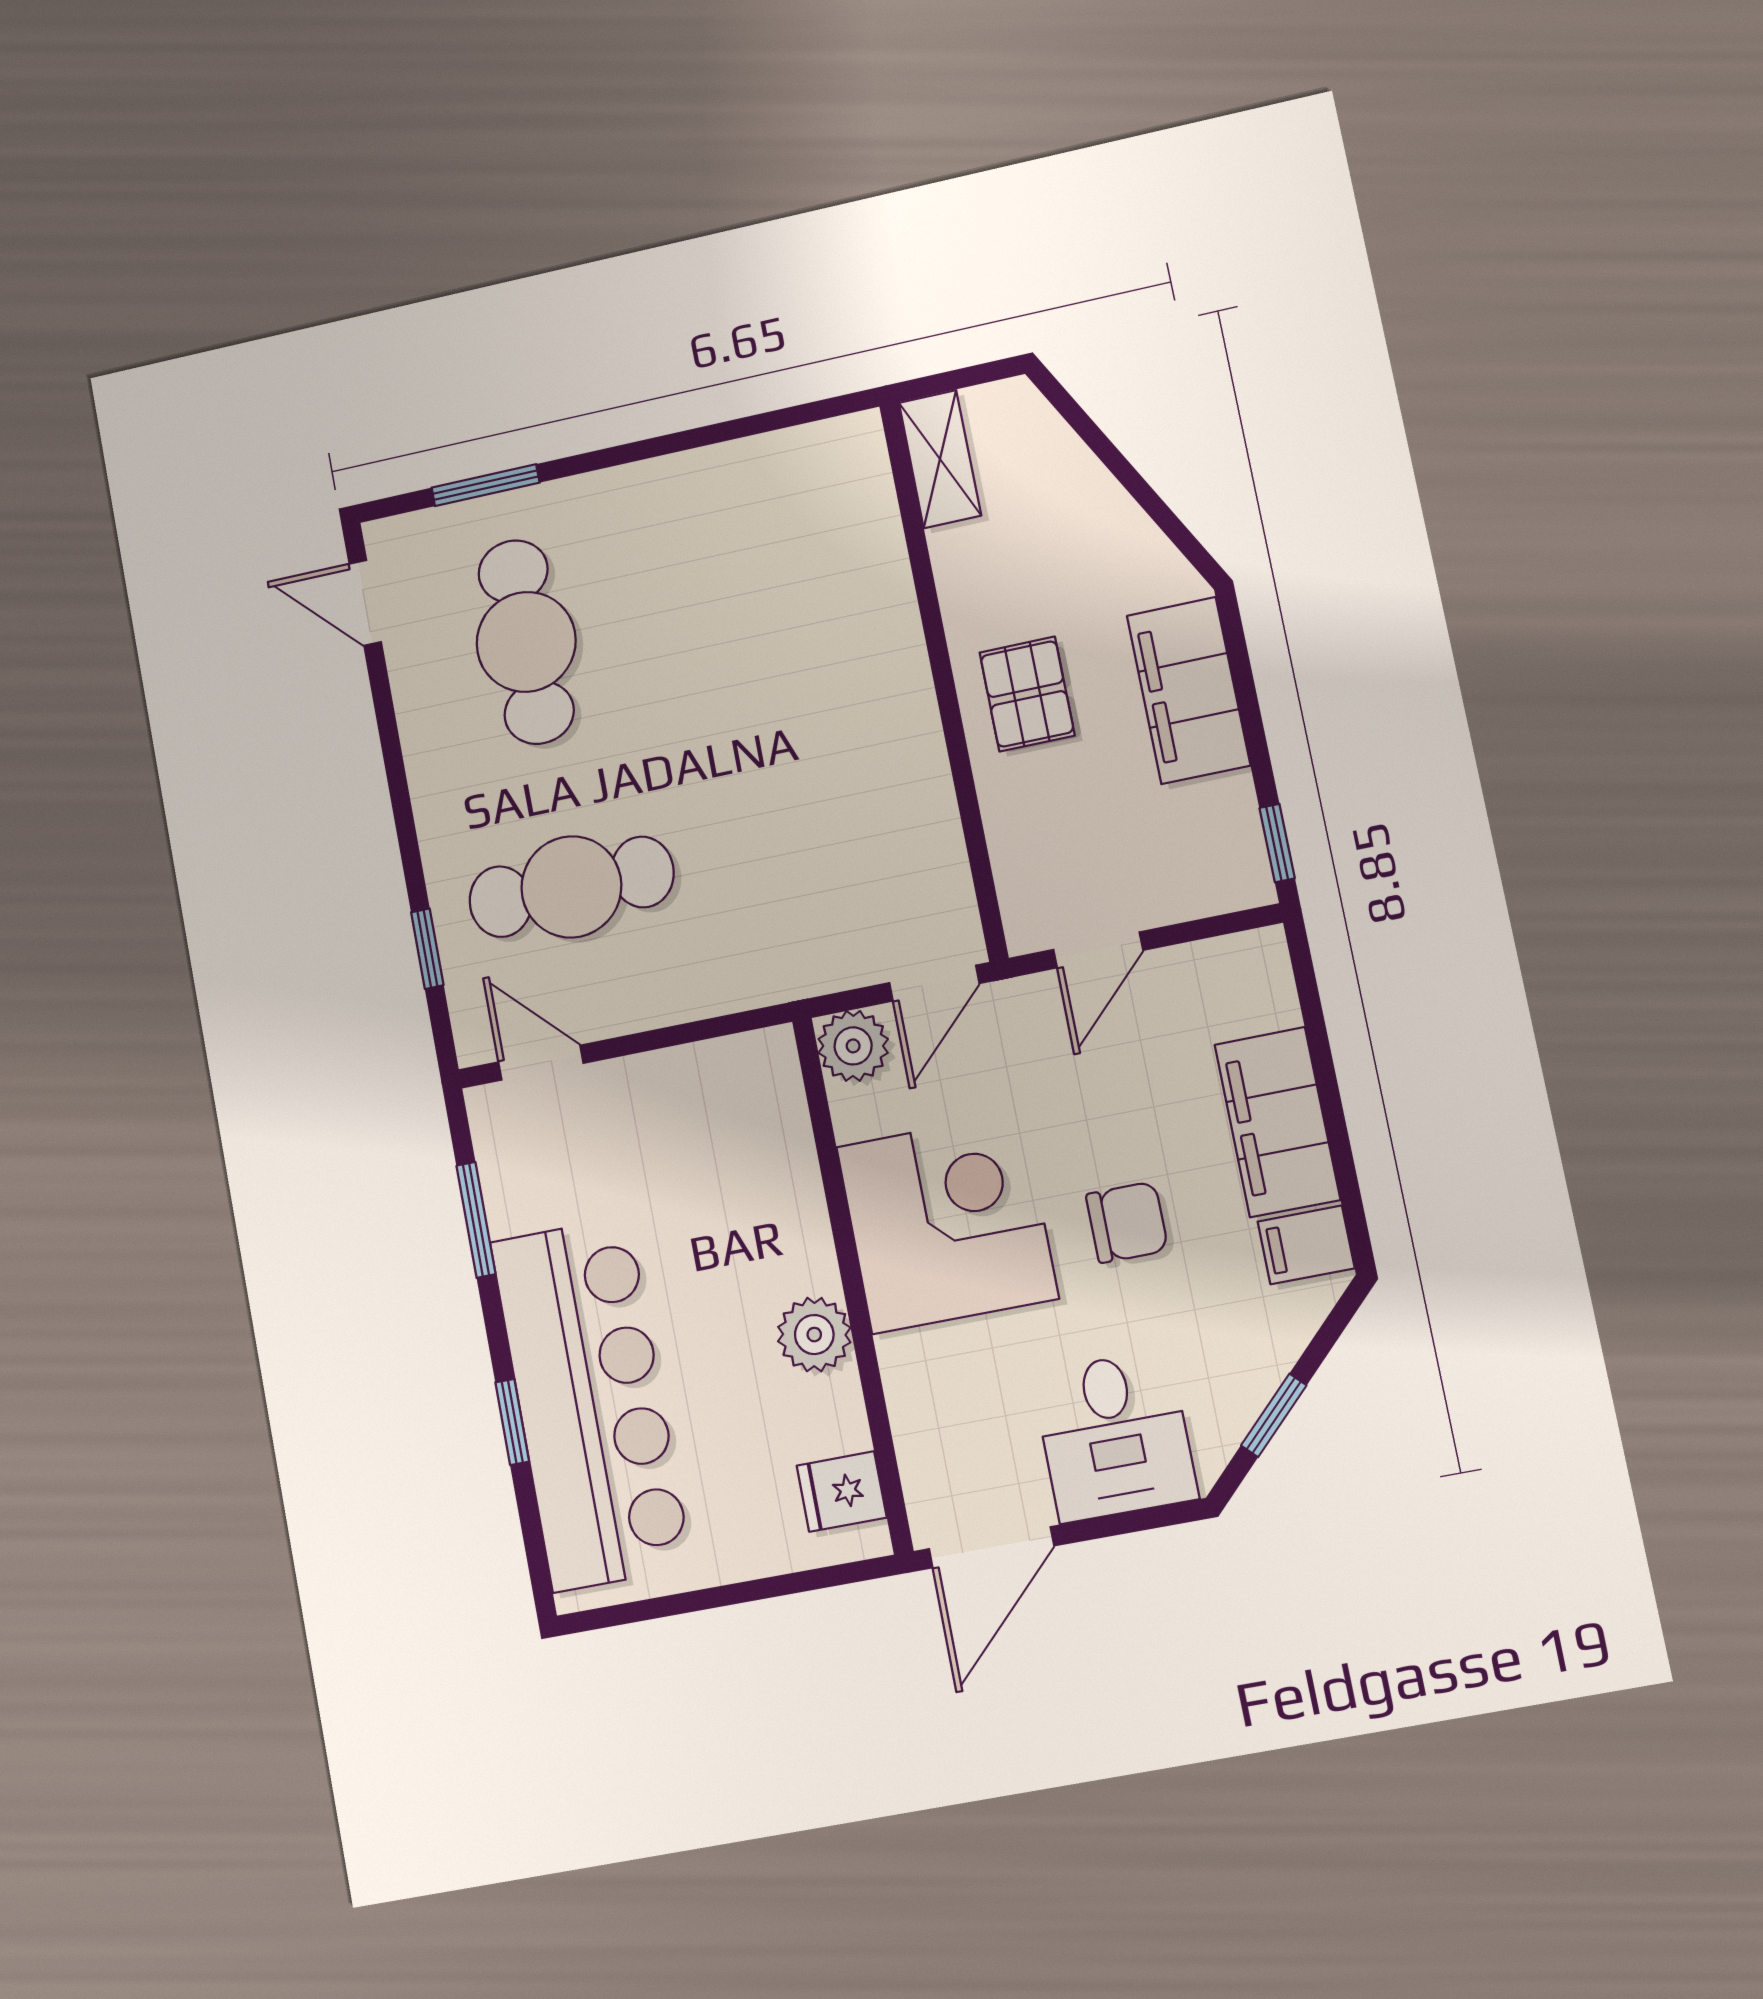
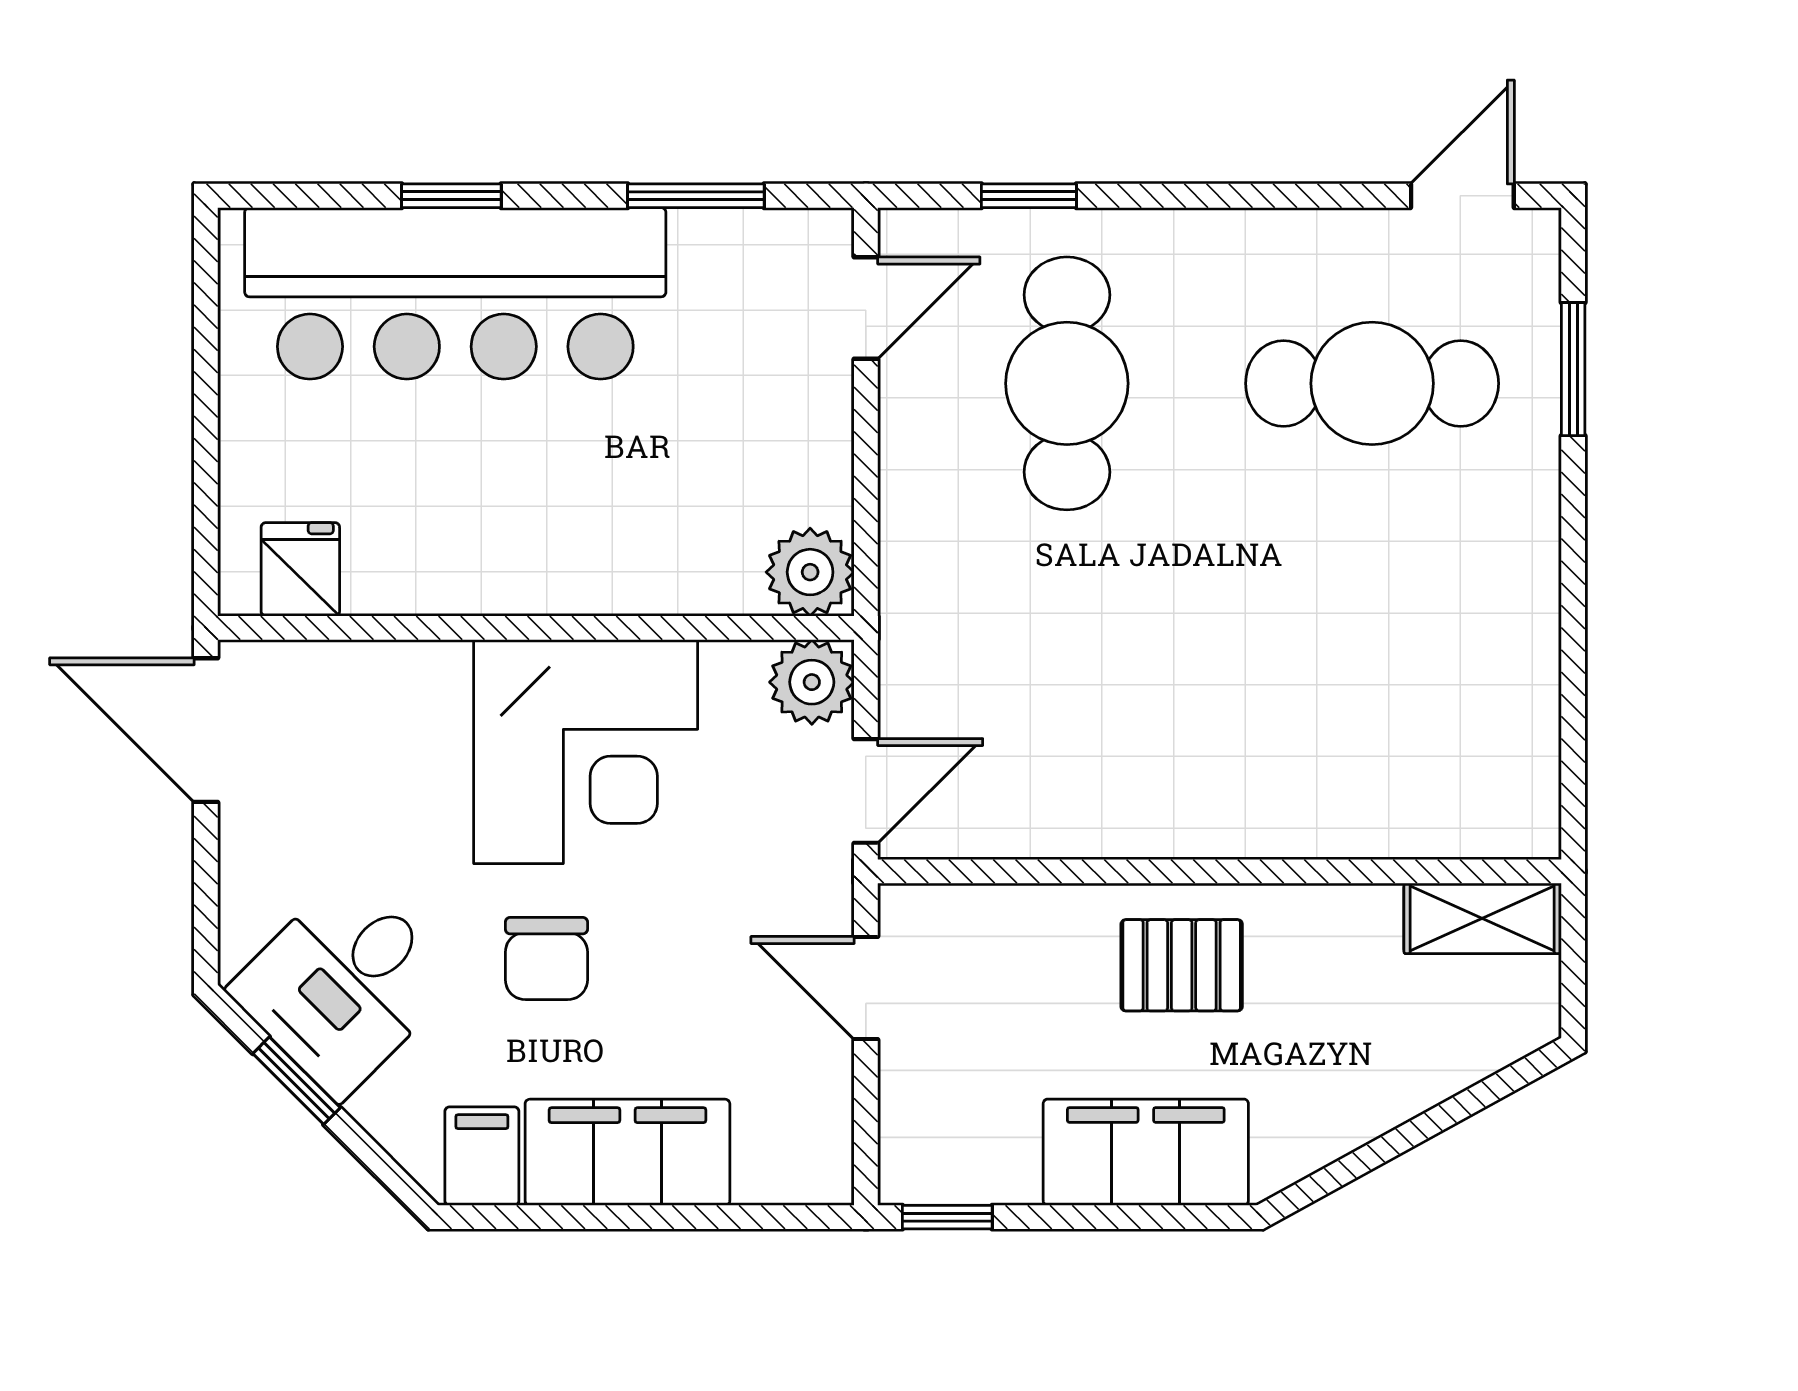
door: (934, 983) -> (866, 791), swing flipped
plant: (814, 1335) -> (810, 572), moved
desk: (1115, 1436) -> (344, 985), moved, turned -45

